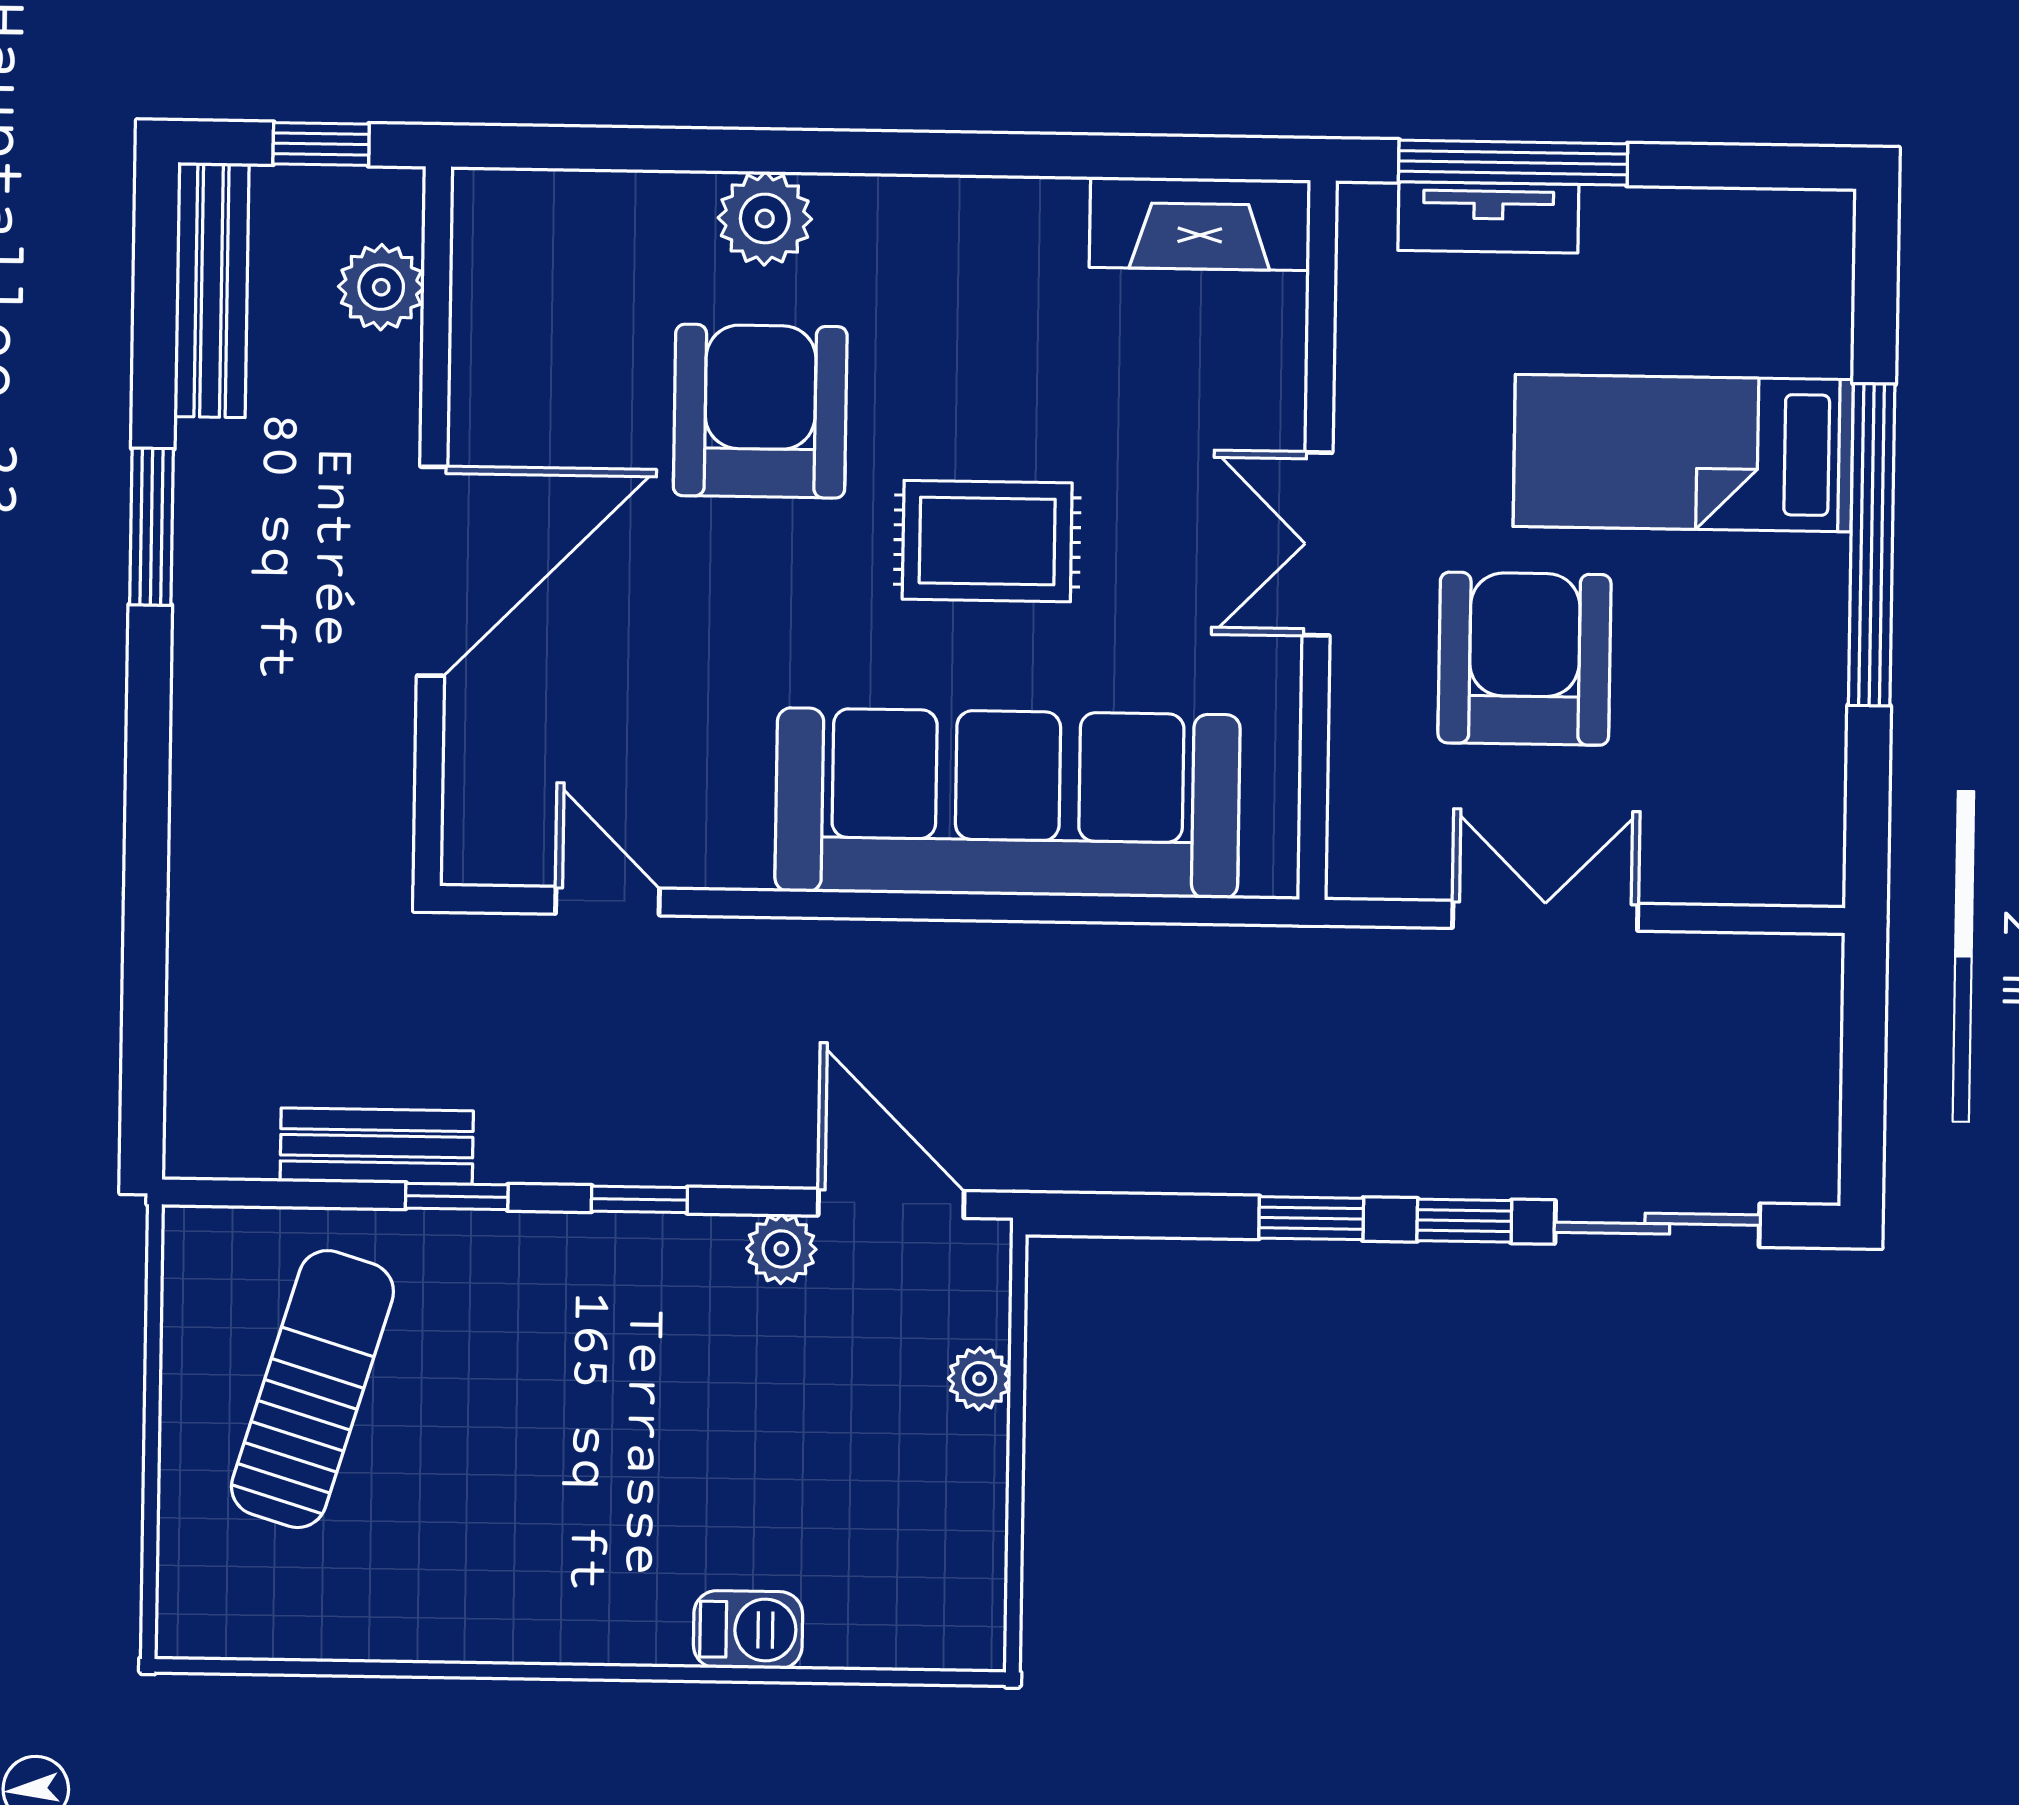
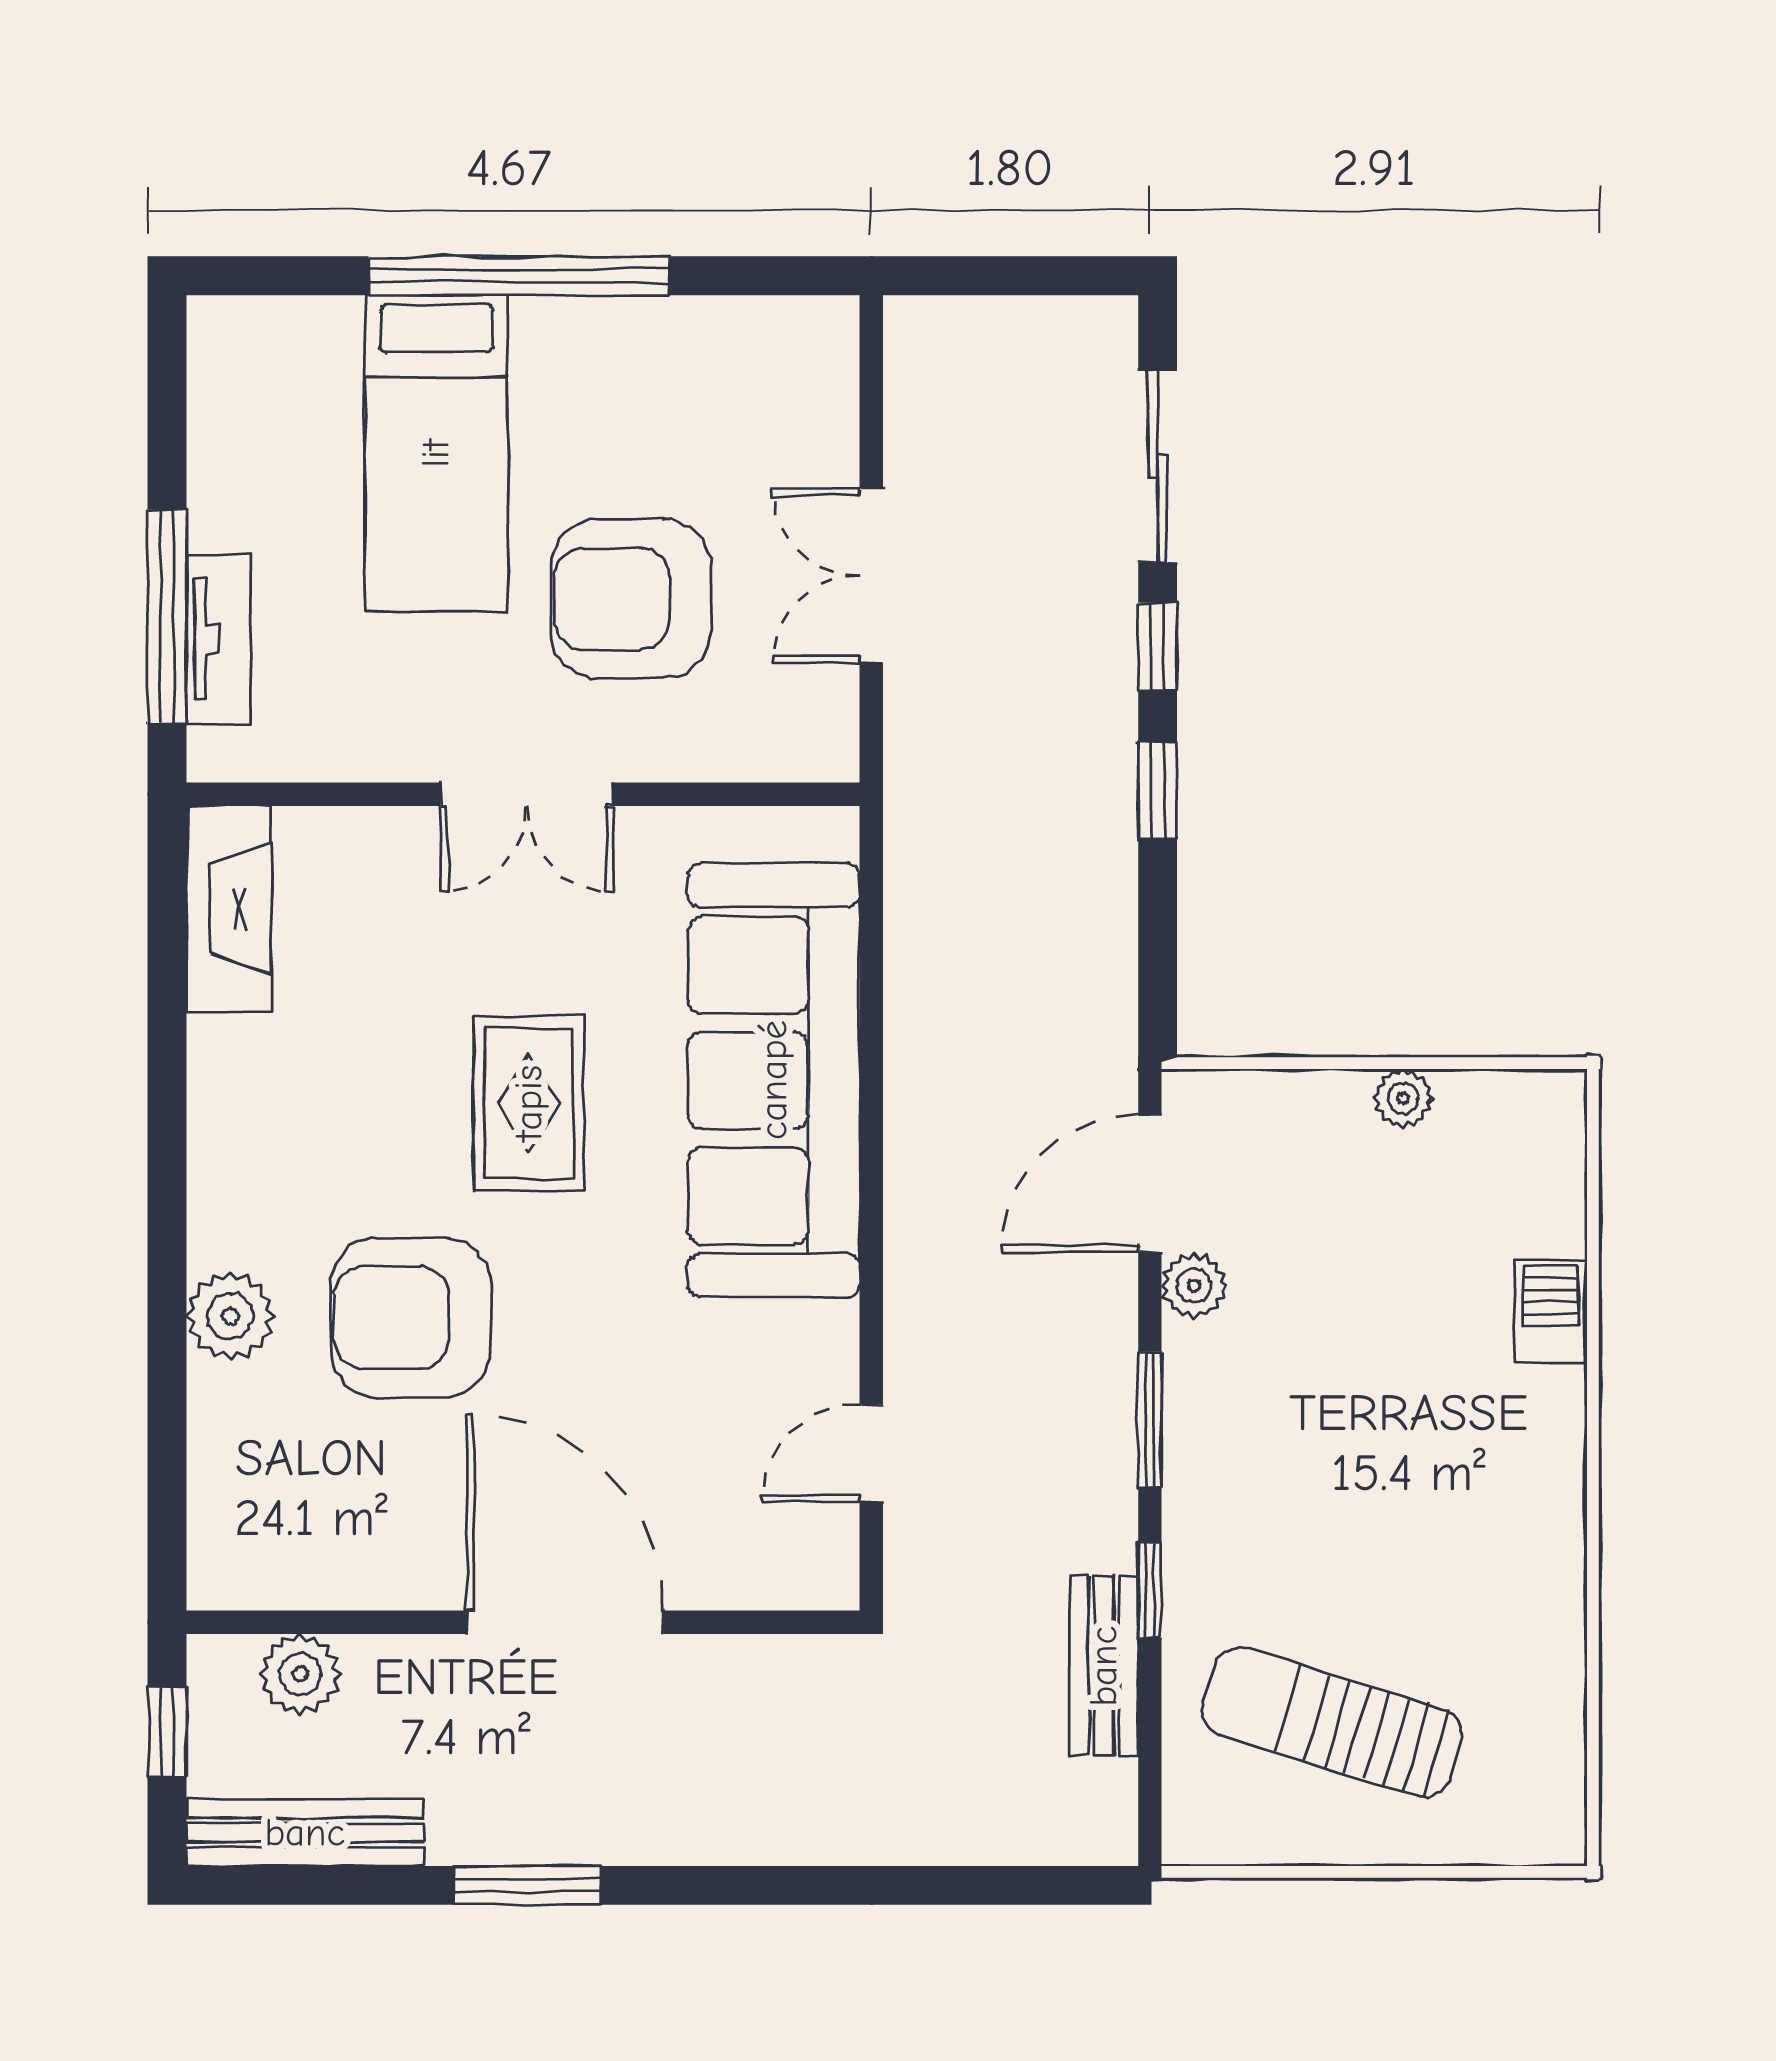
window: (639, 1199) -> (1150, 1419), width x1.50
plant: (979, 1379) -> (1403, 1098), moved

